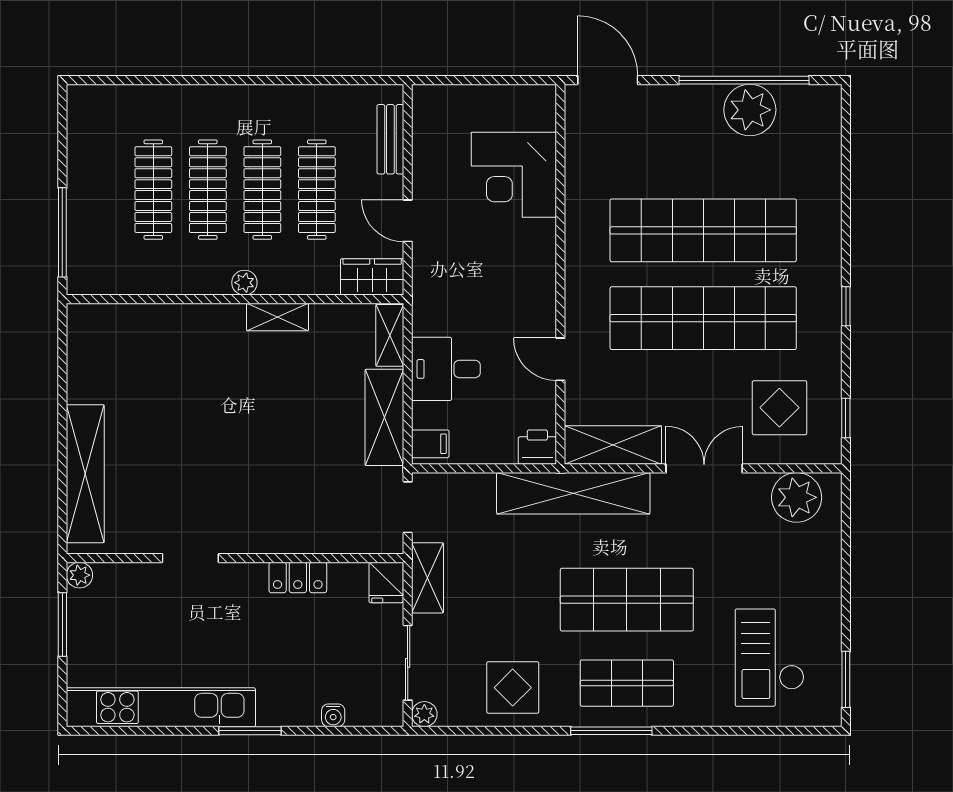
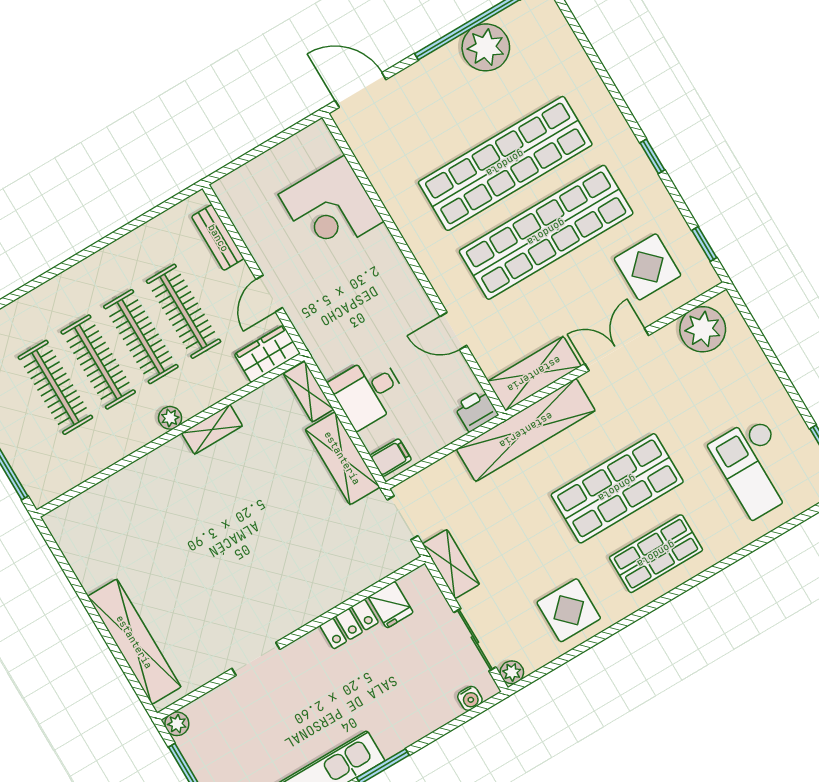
door: (408, 221) -> (269, 293), hinge flipped
fridge: (386, 582) -> (391, 605), moved
water cooler: (333, 715) -> (470, 698), moved
window: (611, 731) -> (666, 598), removed

